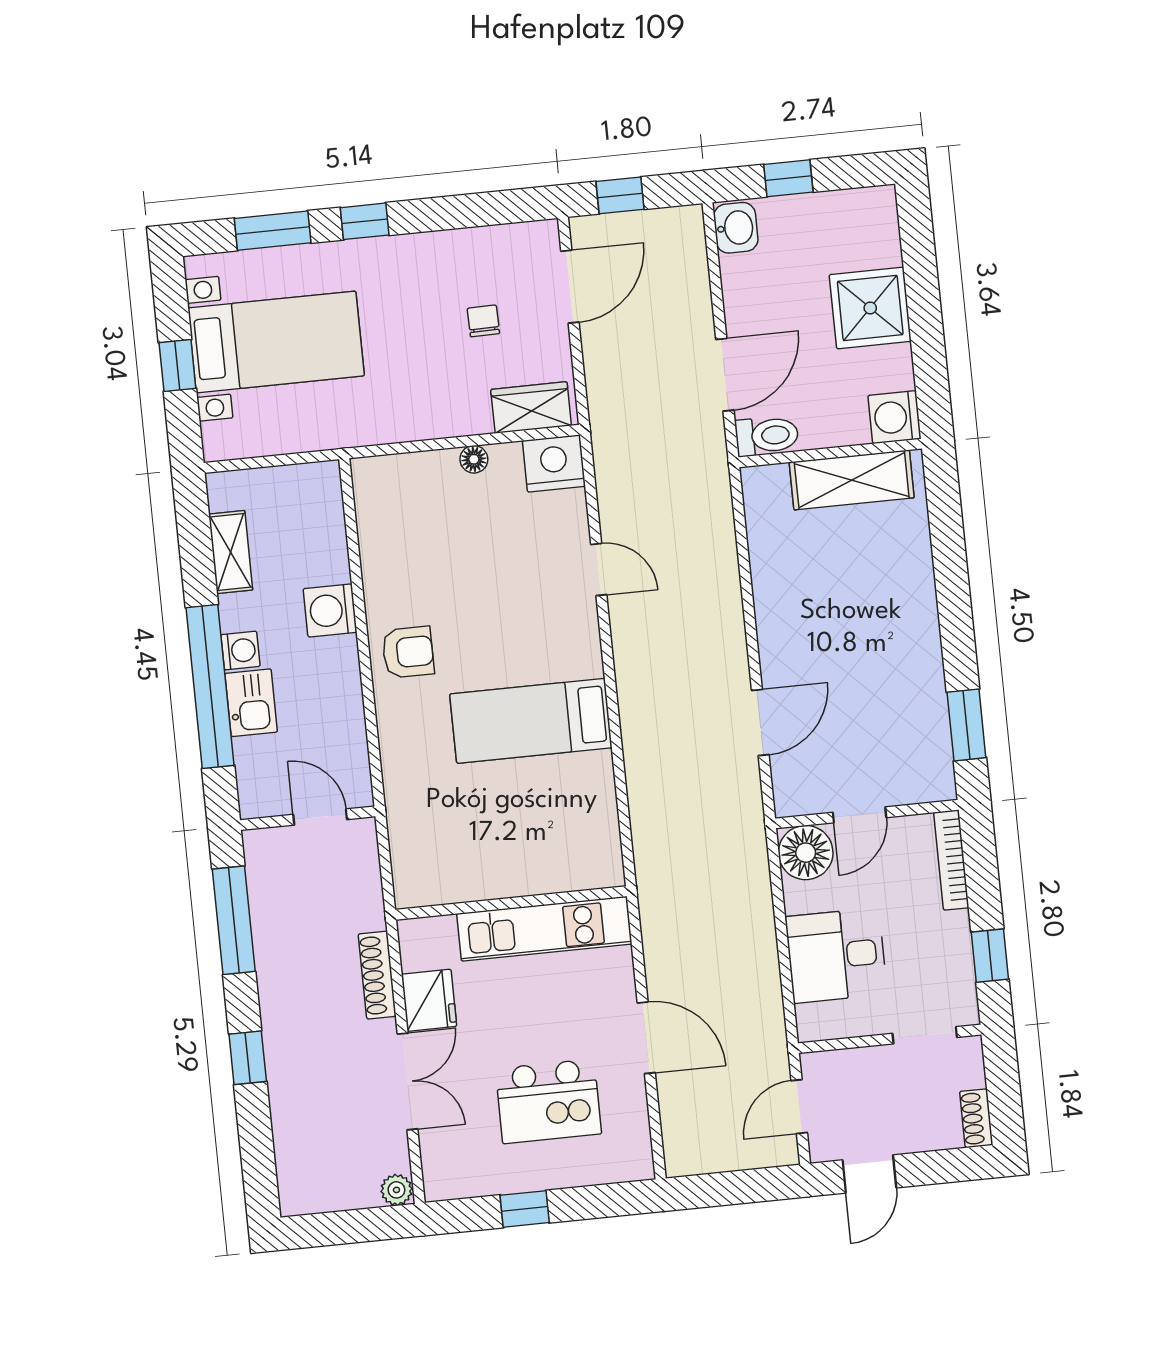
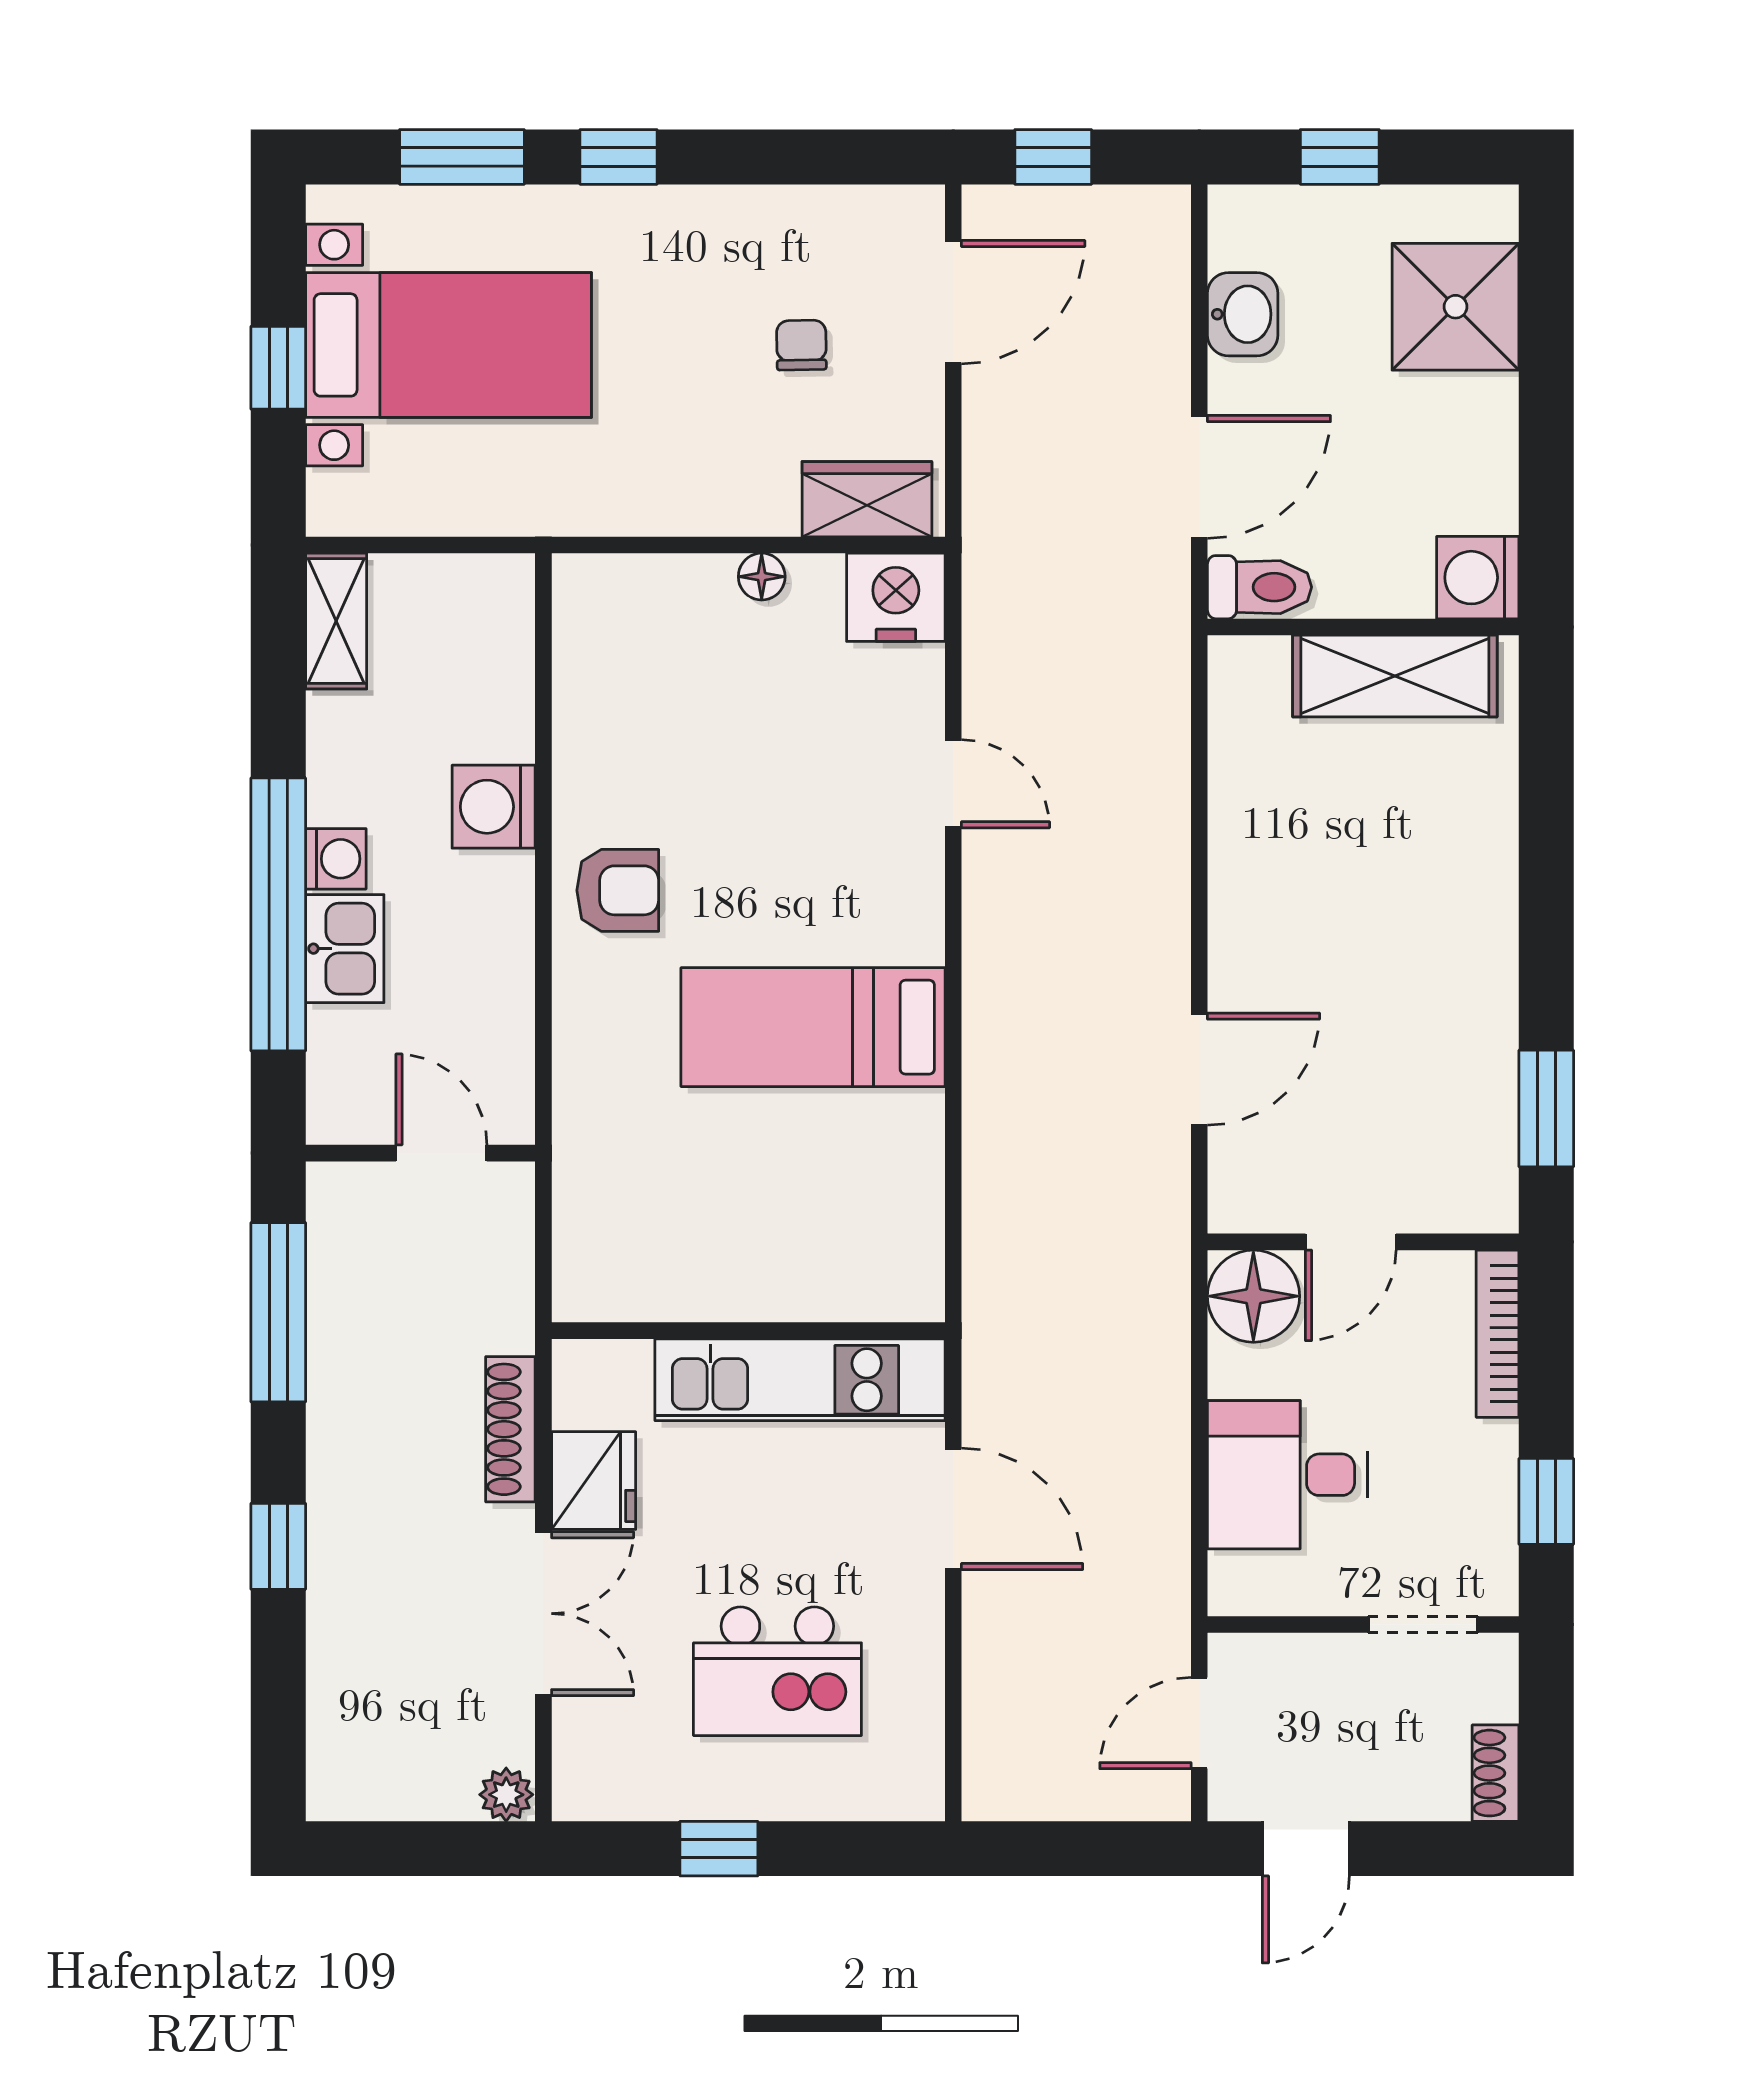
washbasin: (736, 228) -> (1243, 314), moved
shower: (870, 308) -> (1456, 307), moved
shelving: (231, 552) -> (336, 621), moved
door: (646, 1038) -> (953, 1509), moved

